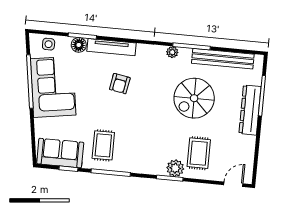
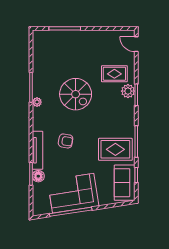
side table: (49, 44) -> (40, 200), removed
bench: (223, 59) -> (38, 62), removed
spiral stairs: (194, 98) -> (76, 94), moved
dresser: (250, 110) -> (77, 37), removed
rug: (103, 145) -> (115, 149), width x1.36, depth x1.43

